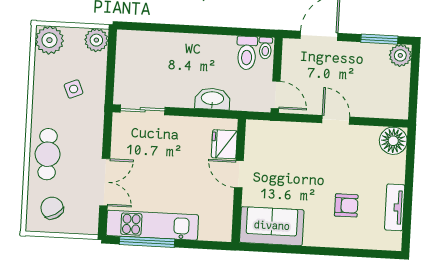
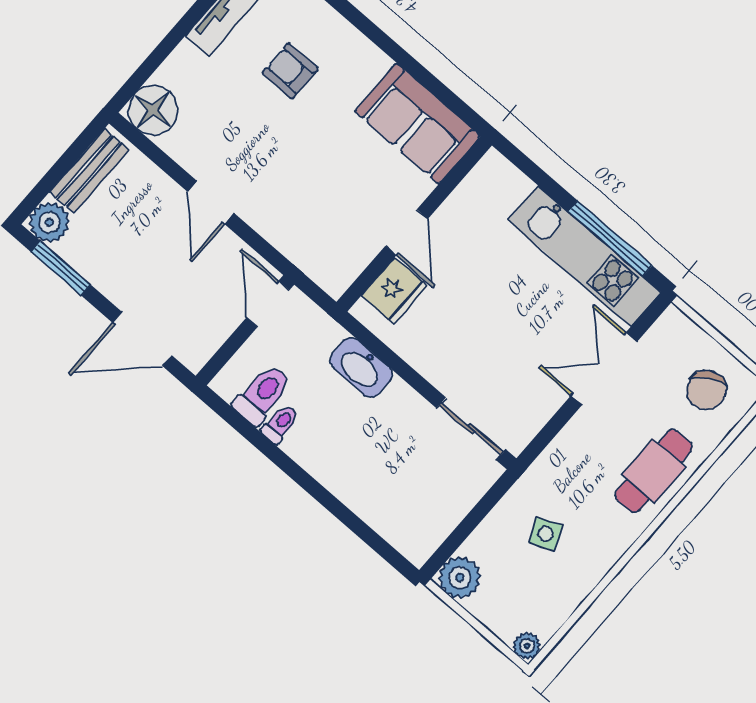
plant: (49, 40) -> (527, 646), width x0.53, depth x0.53
toilet: (265, 48) -> (280, 424), moved
bench: (401, 92) -> (89, 171), added

